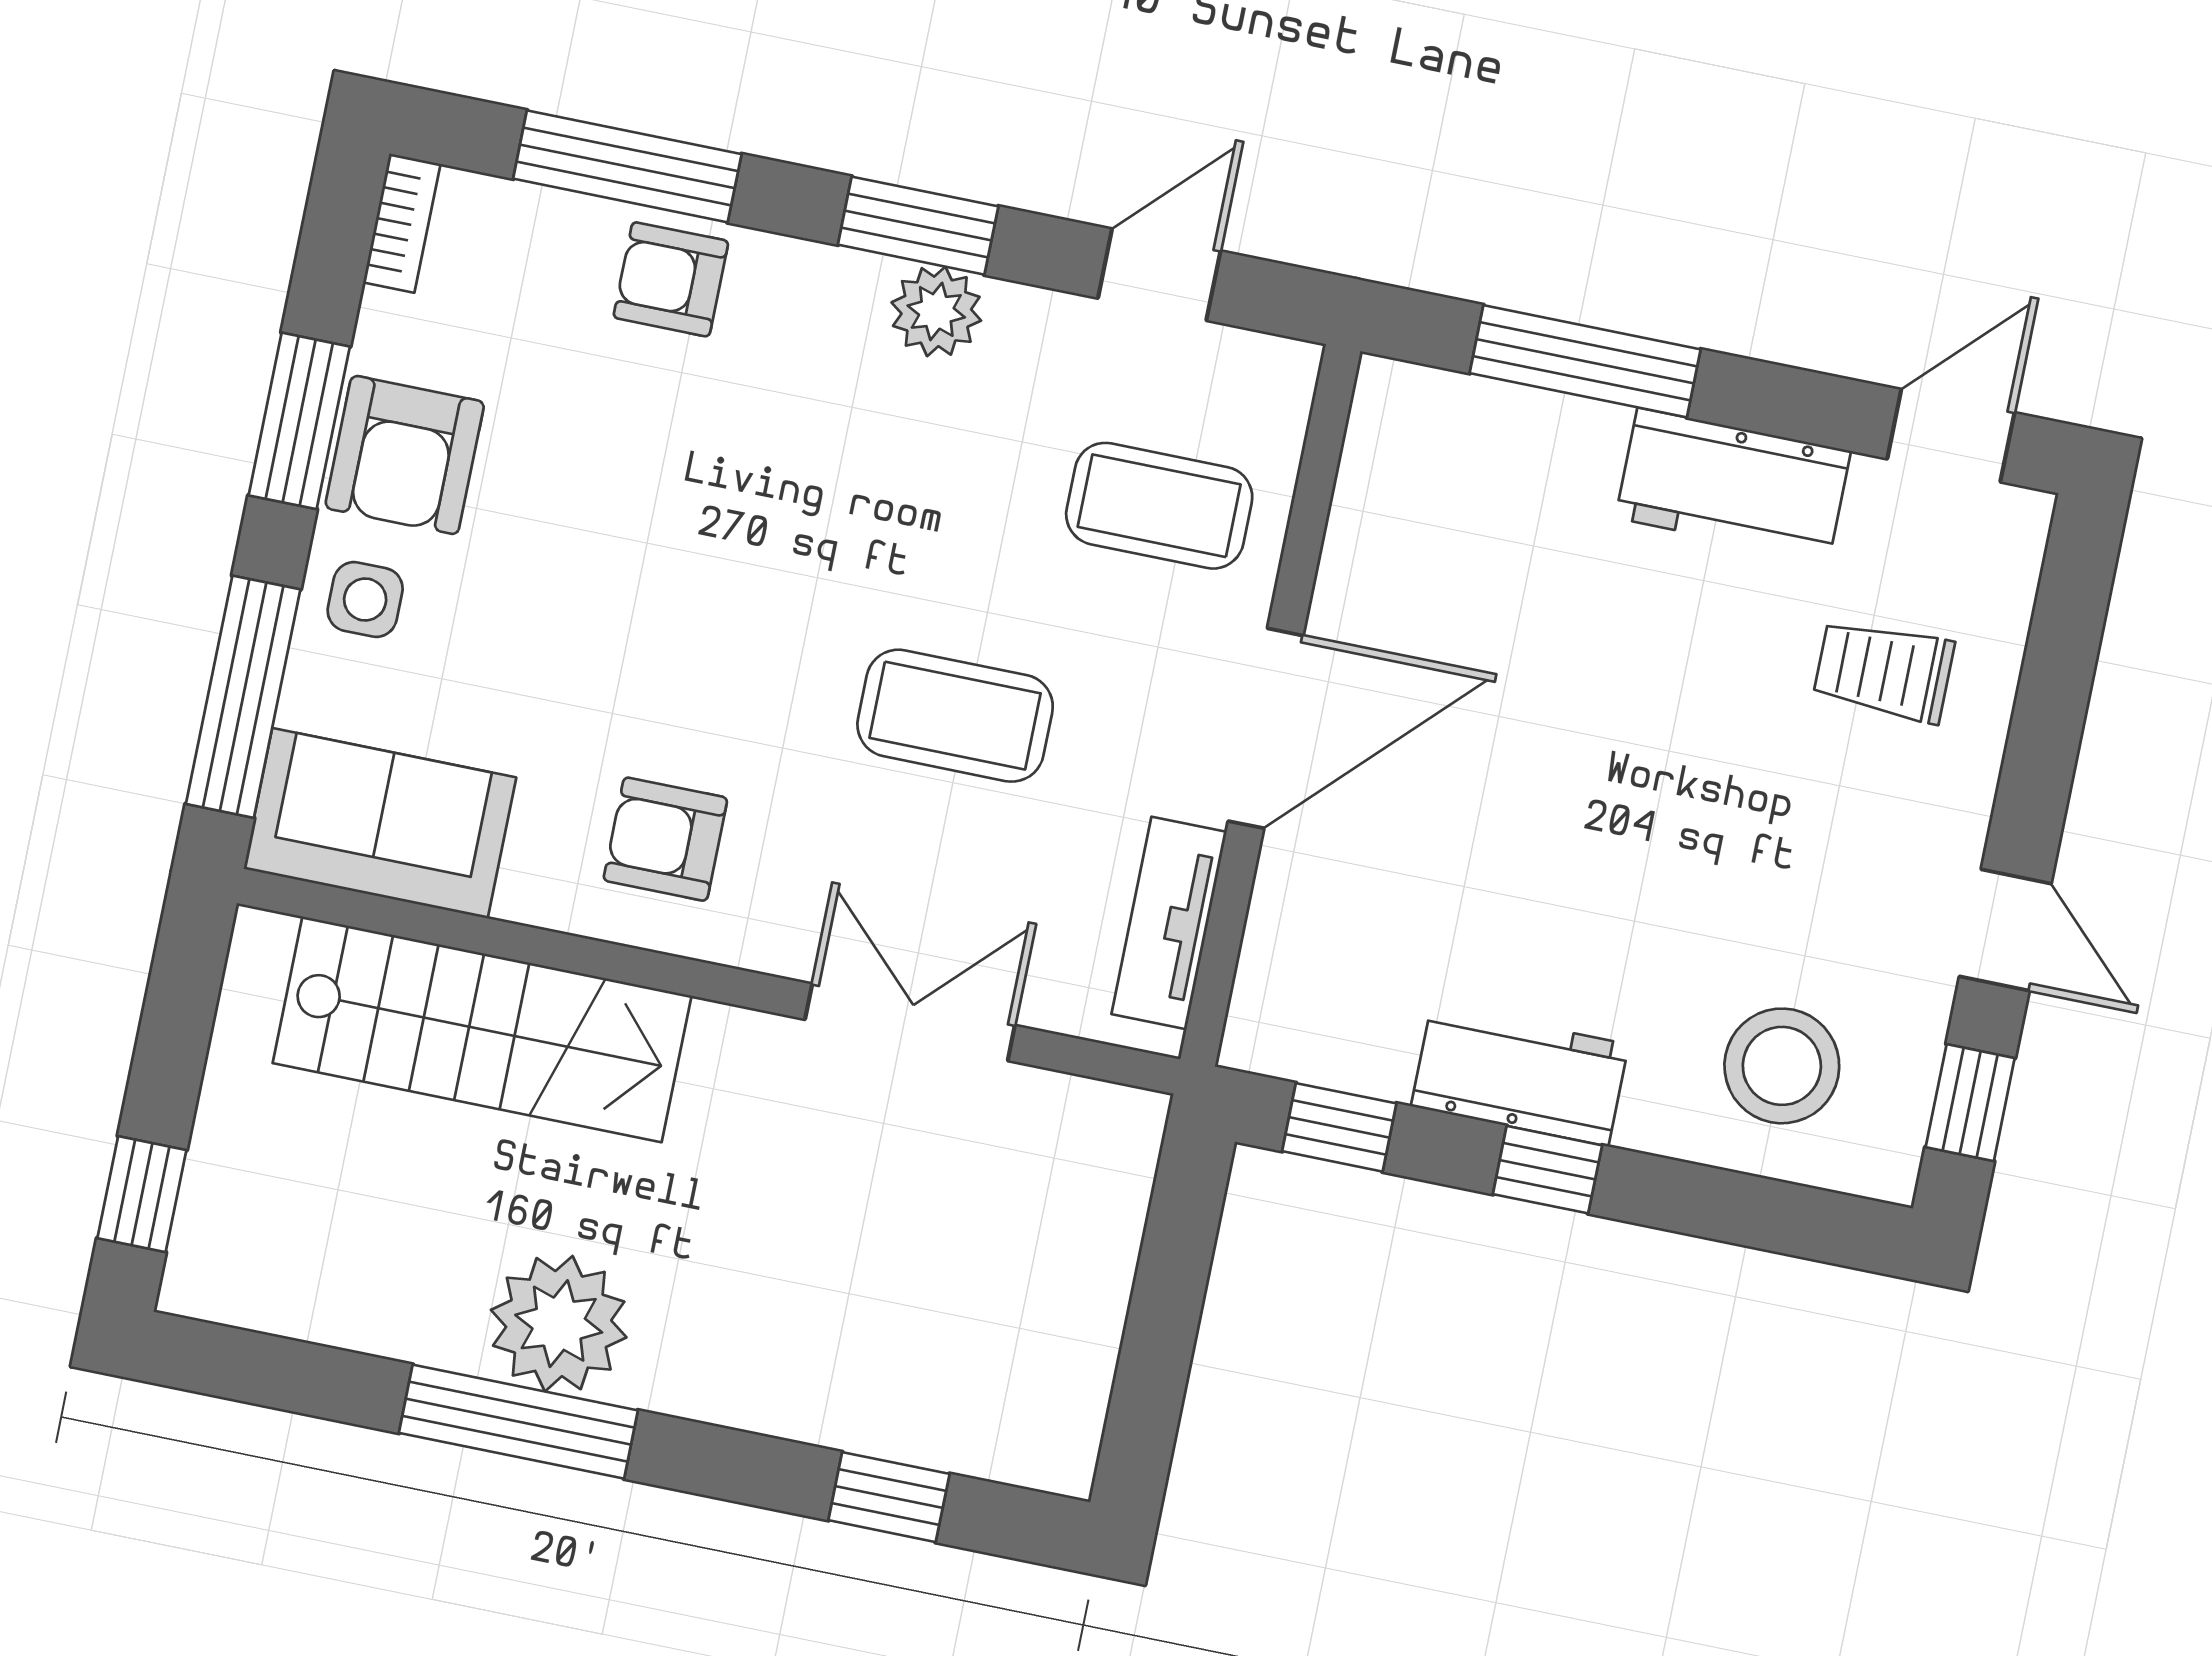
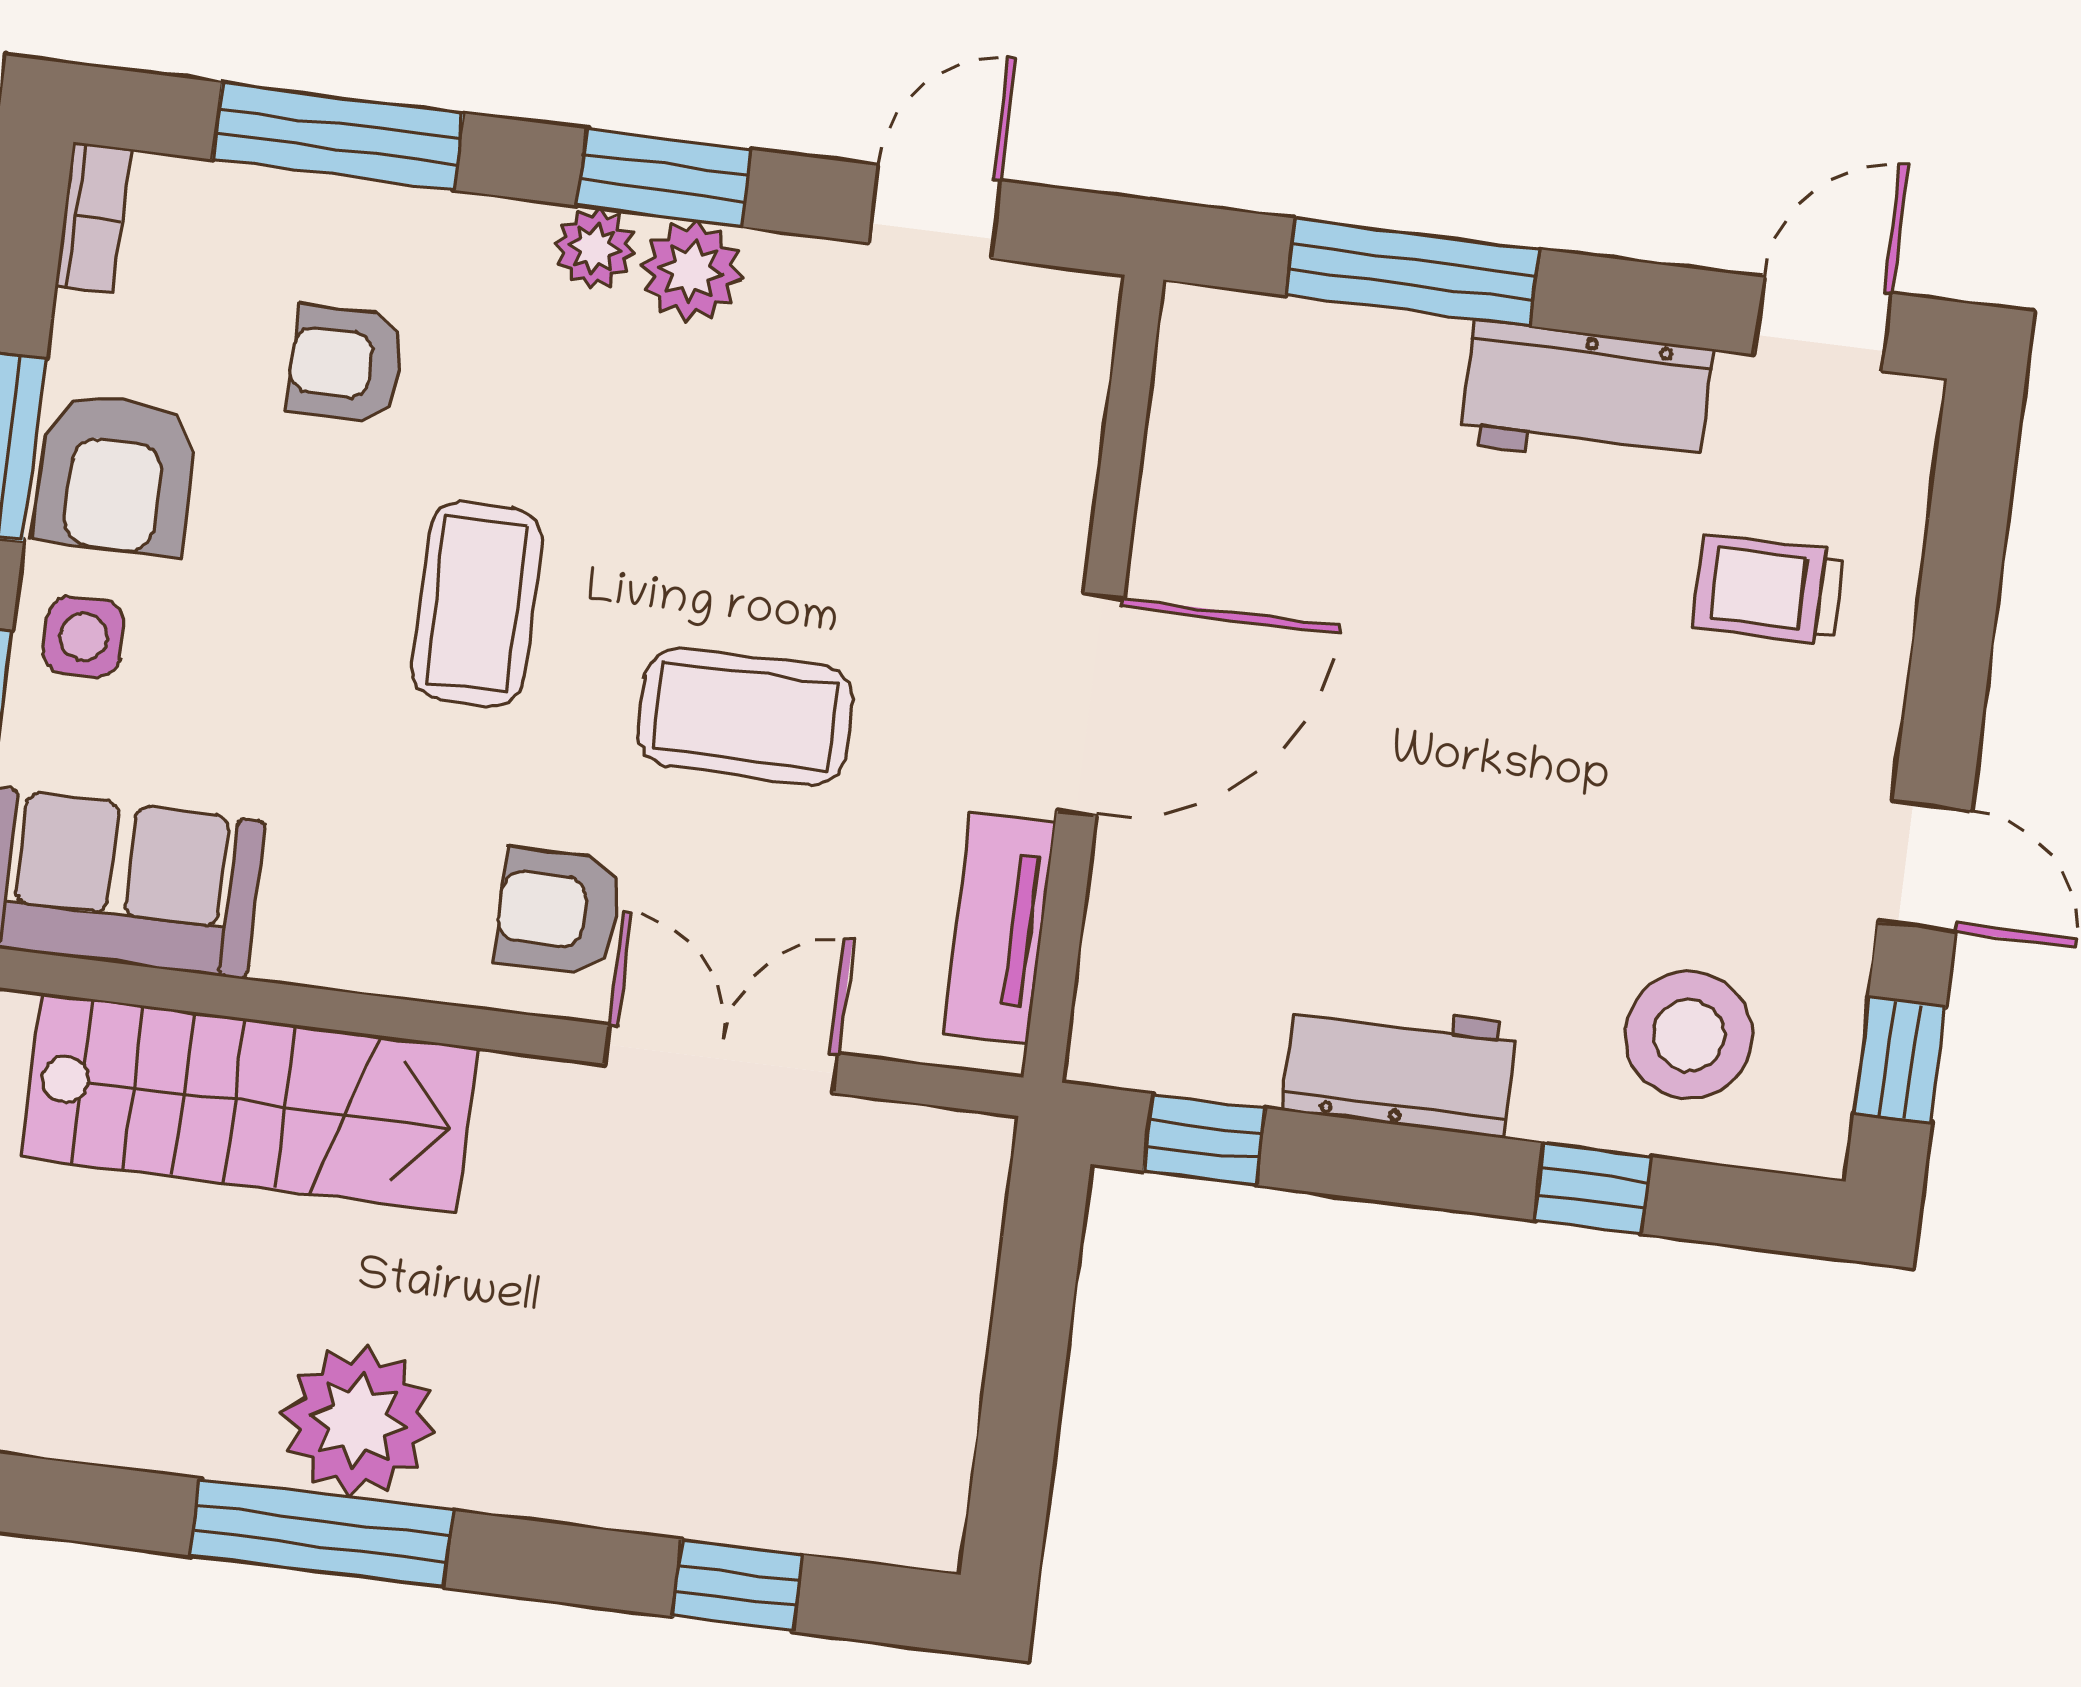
armchair: (671, 279) -> (347, 364), moved
plant: (851, 285) -> (594, 248), added
coffee table: (1159, 506) -> (477, 604), moved, turned 90
armchair: (665, 839) -> (559, 911), moved
window: (1547, 1170) -> (1592, 1188), moved

